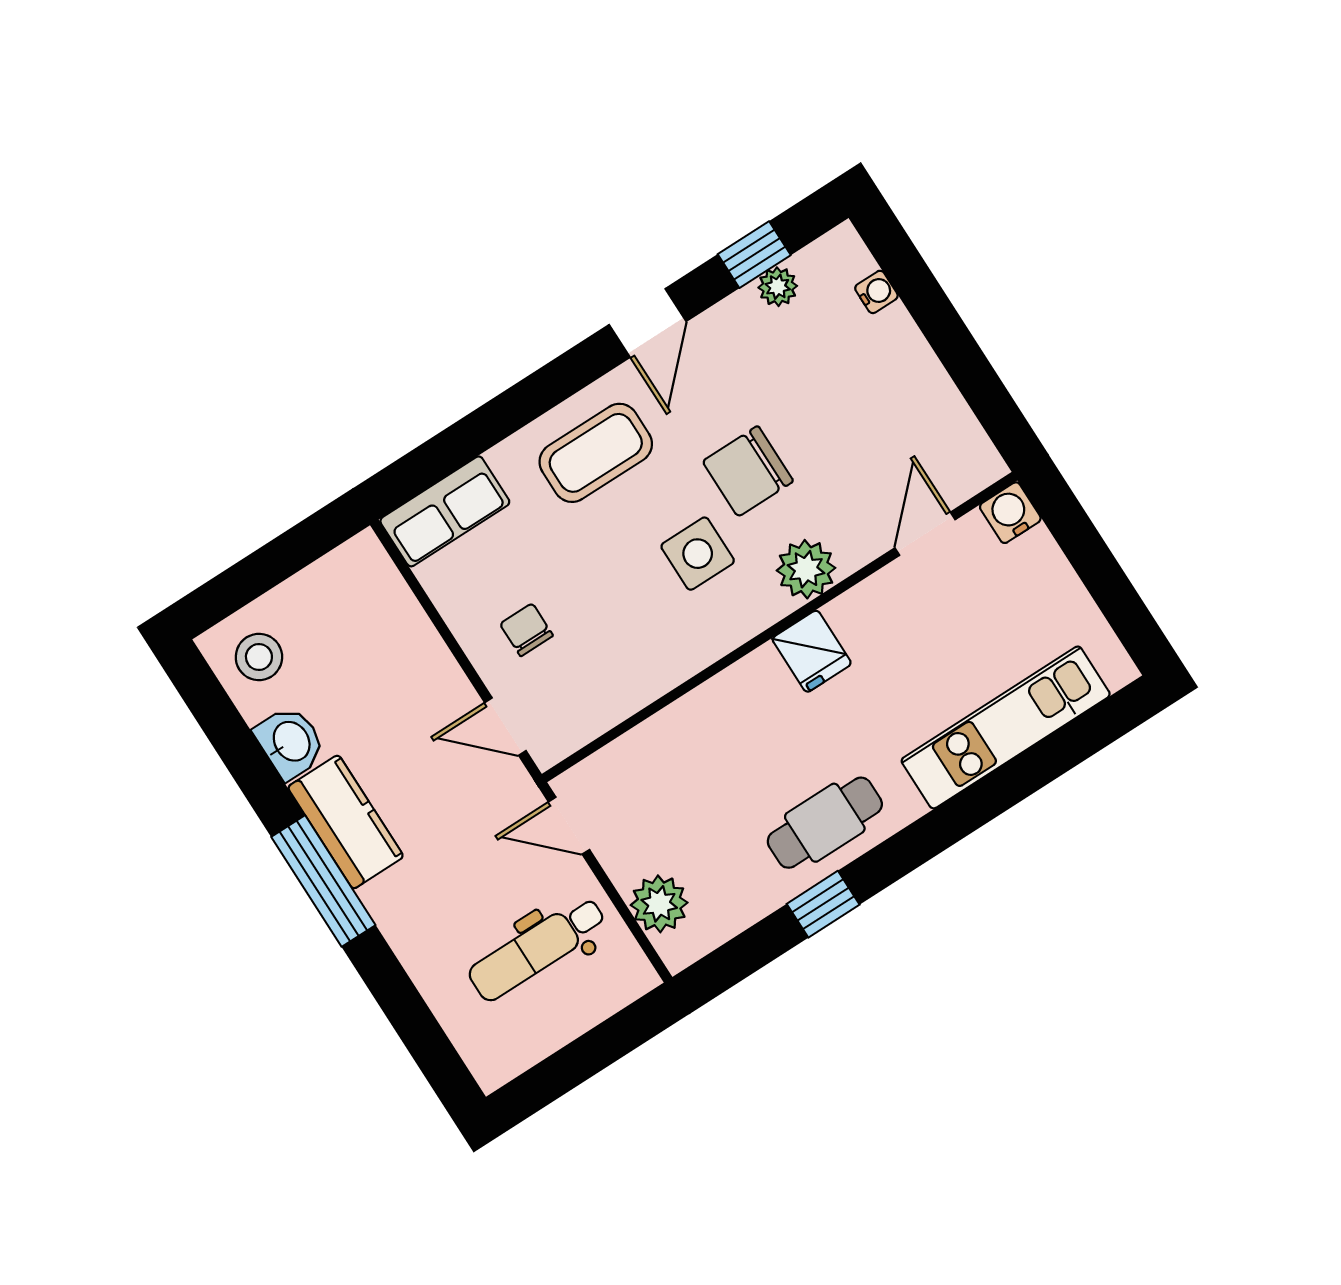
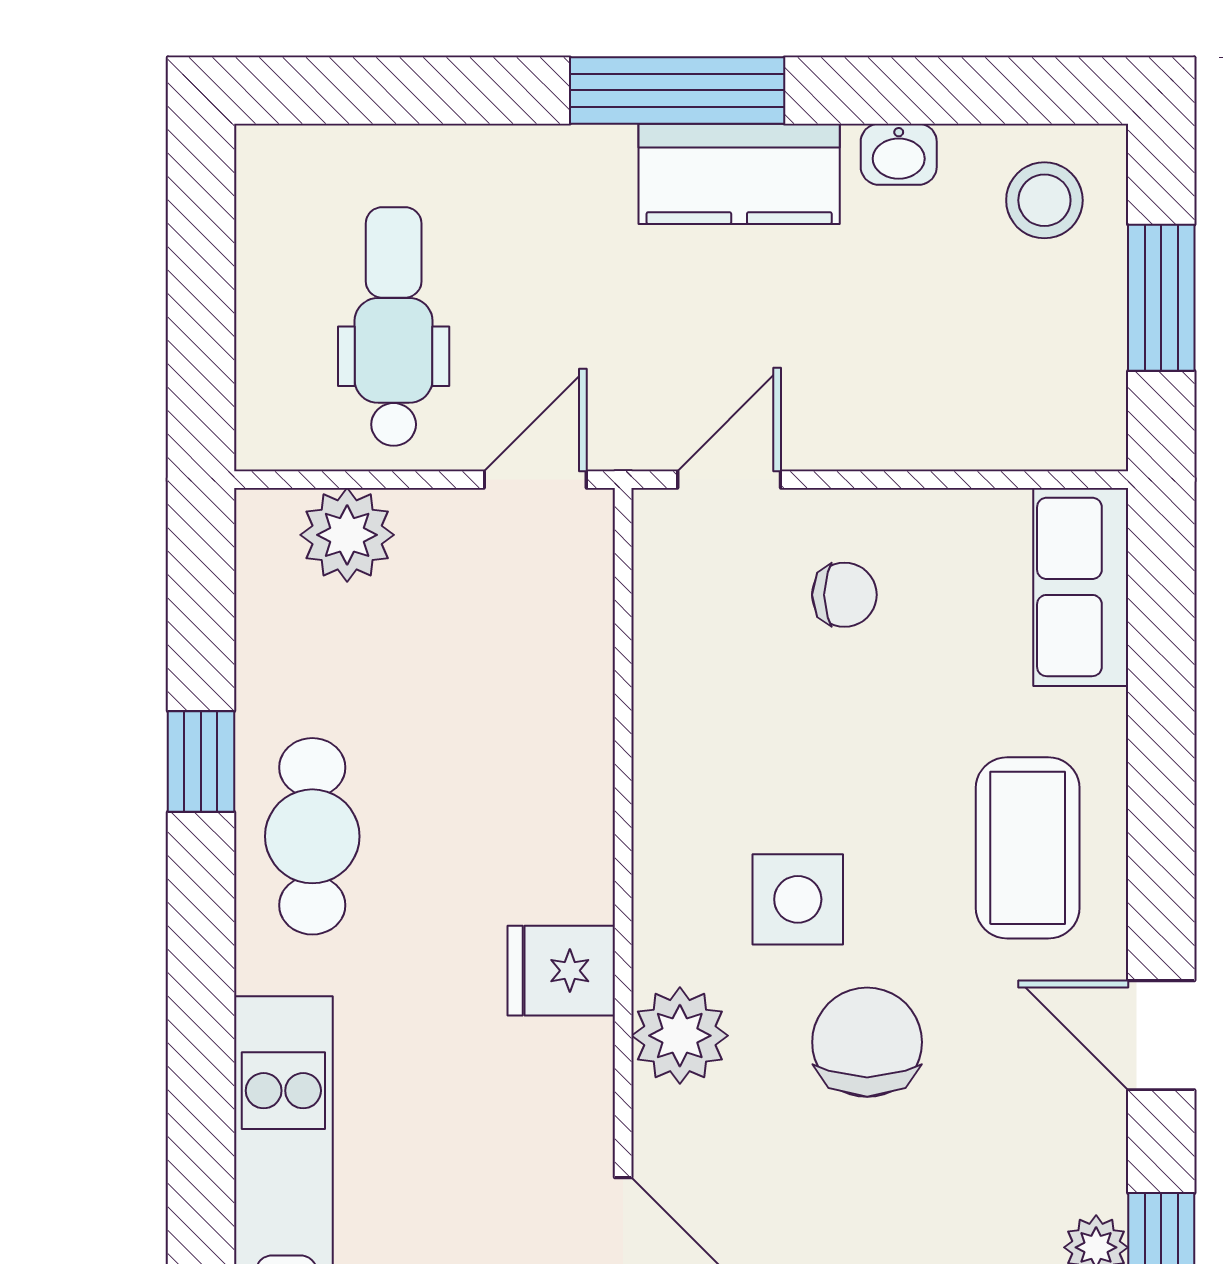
window: (270, 565) -> (1161, 298), added
washbasin: (290, 742) -> (899, 154), width x0.72, depth x0.69

